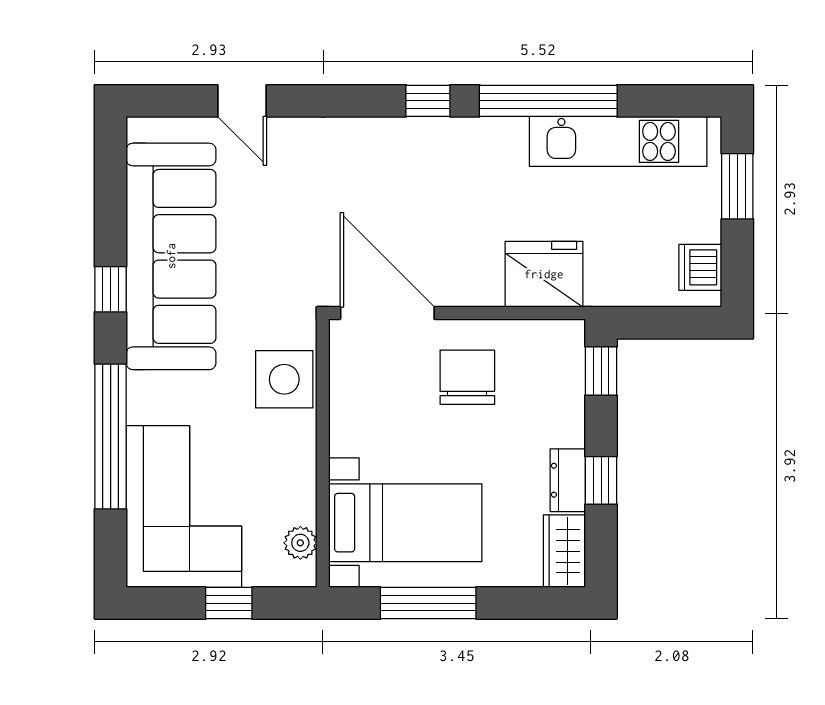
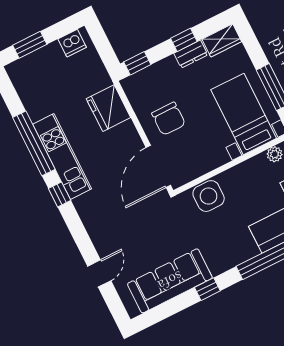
kitchen unit: (618, 141) -> (62, 157), moved
sofa: (171, 256) -> (170, 281), width x0.74, depth x0.79
chair: (467, 377) -> (169, 119), turned -90

